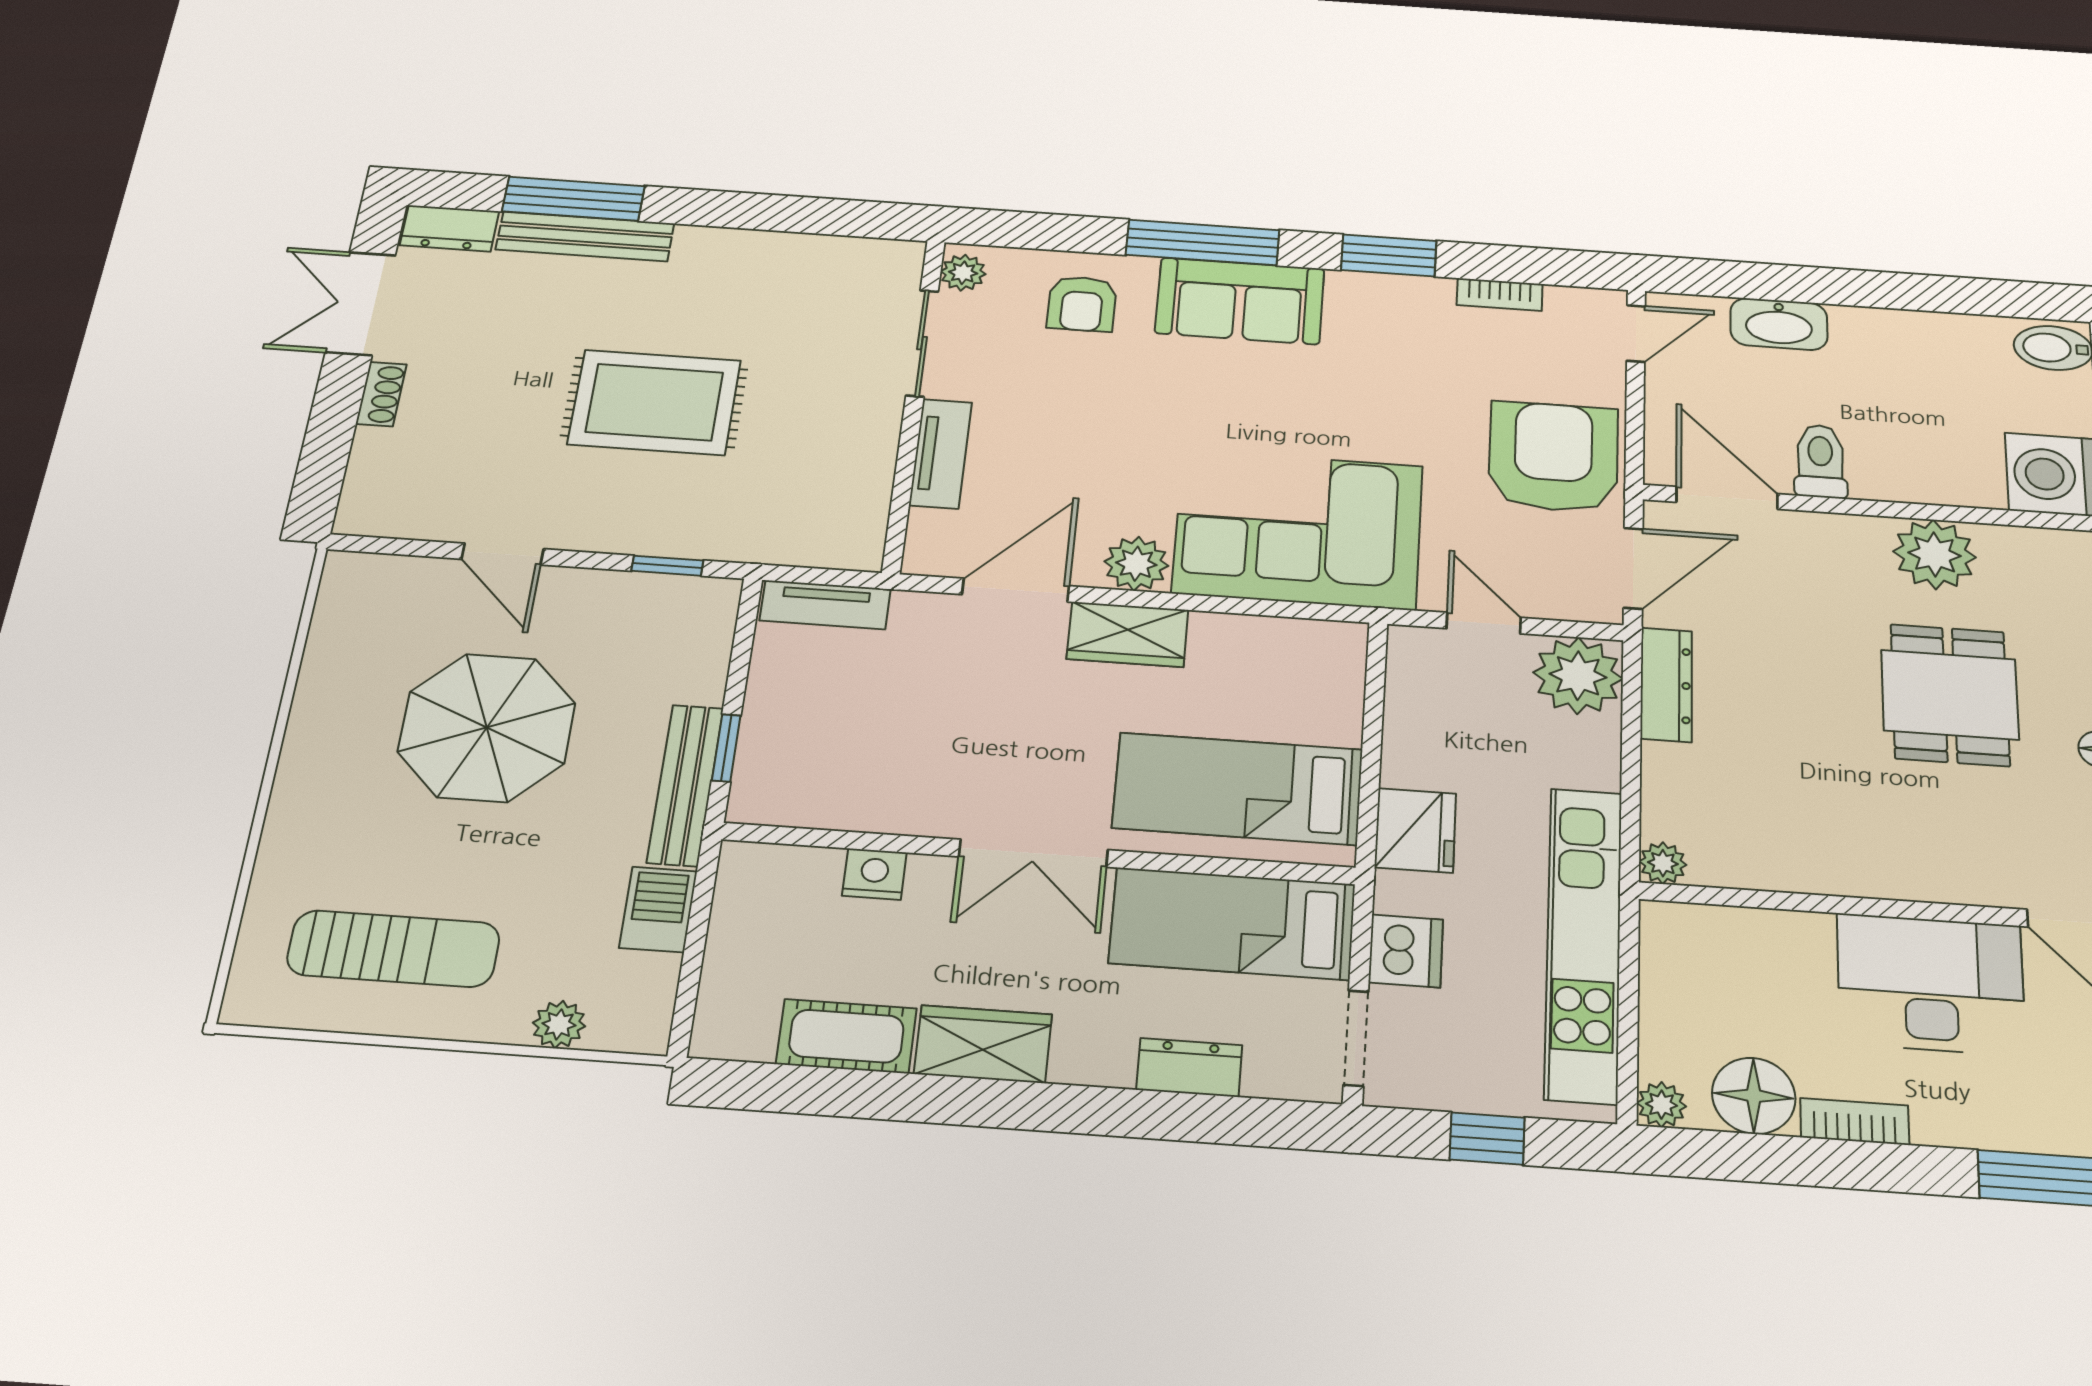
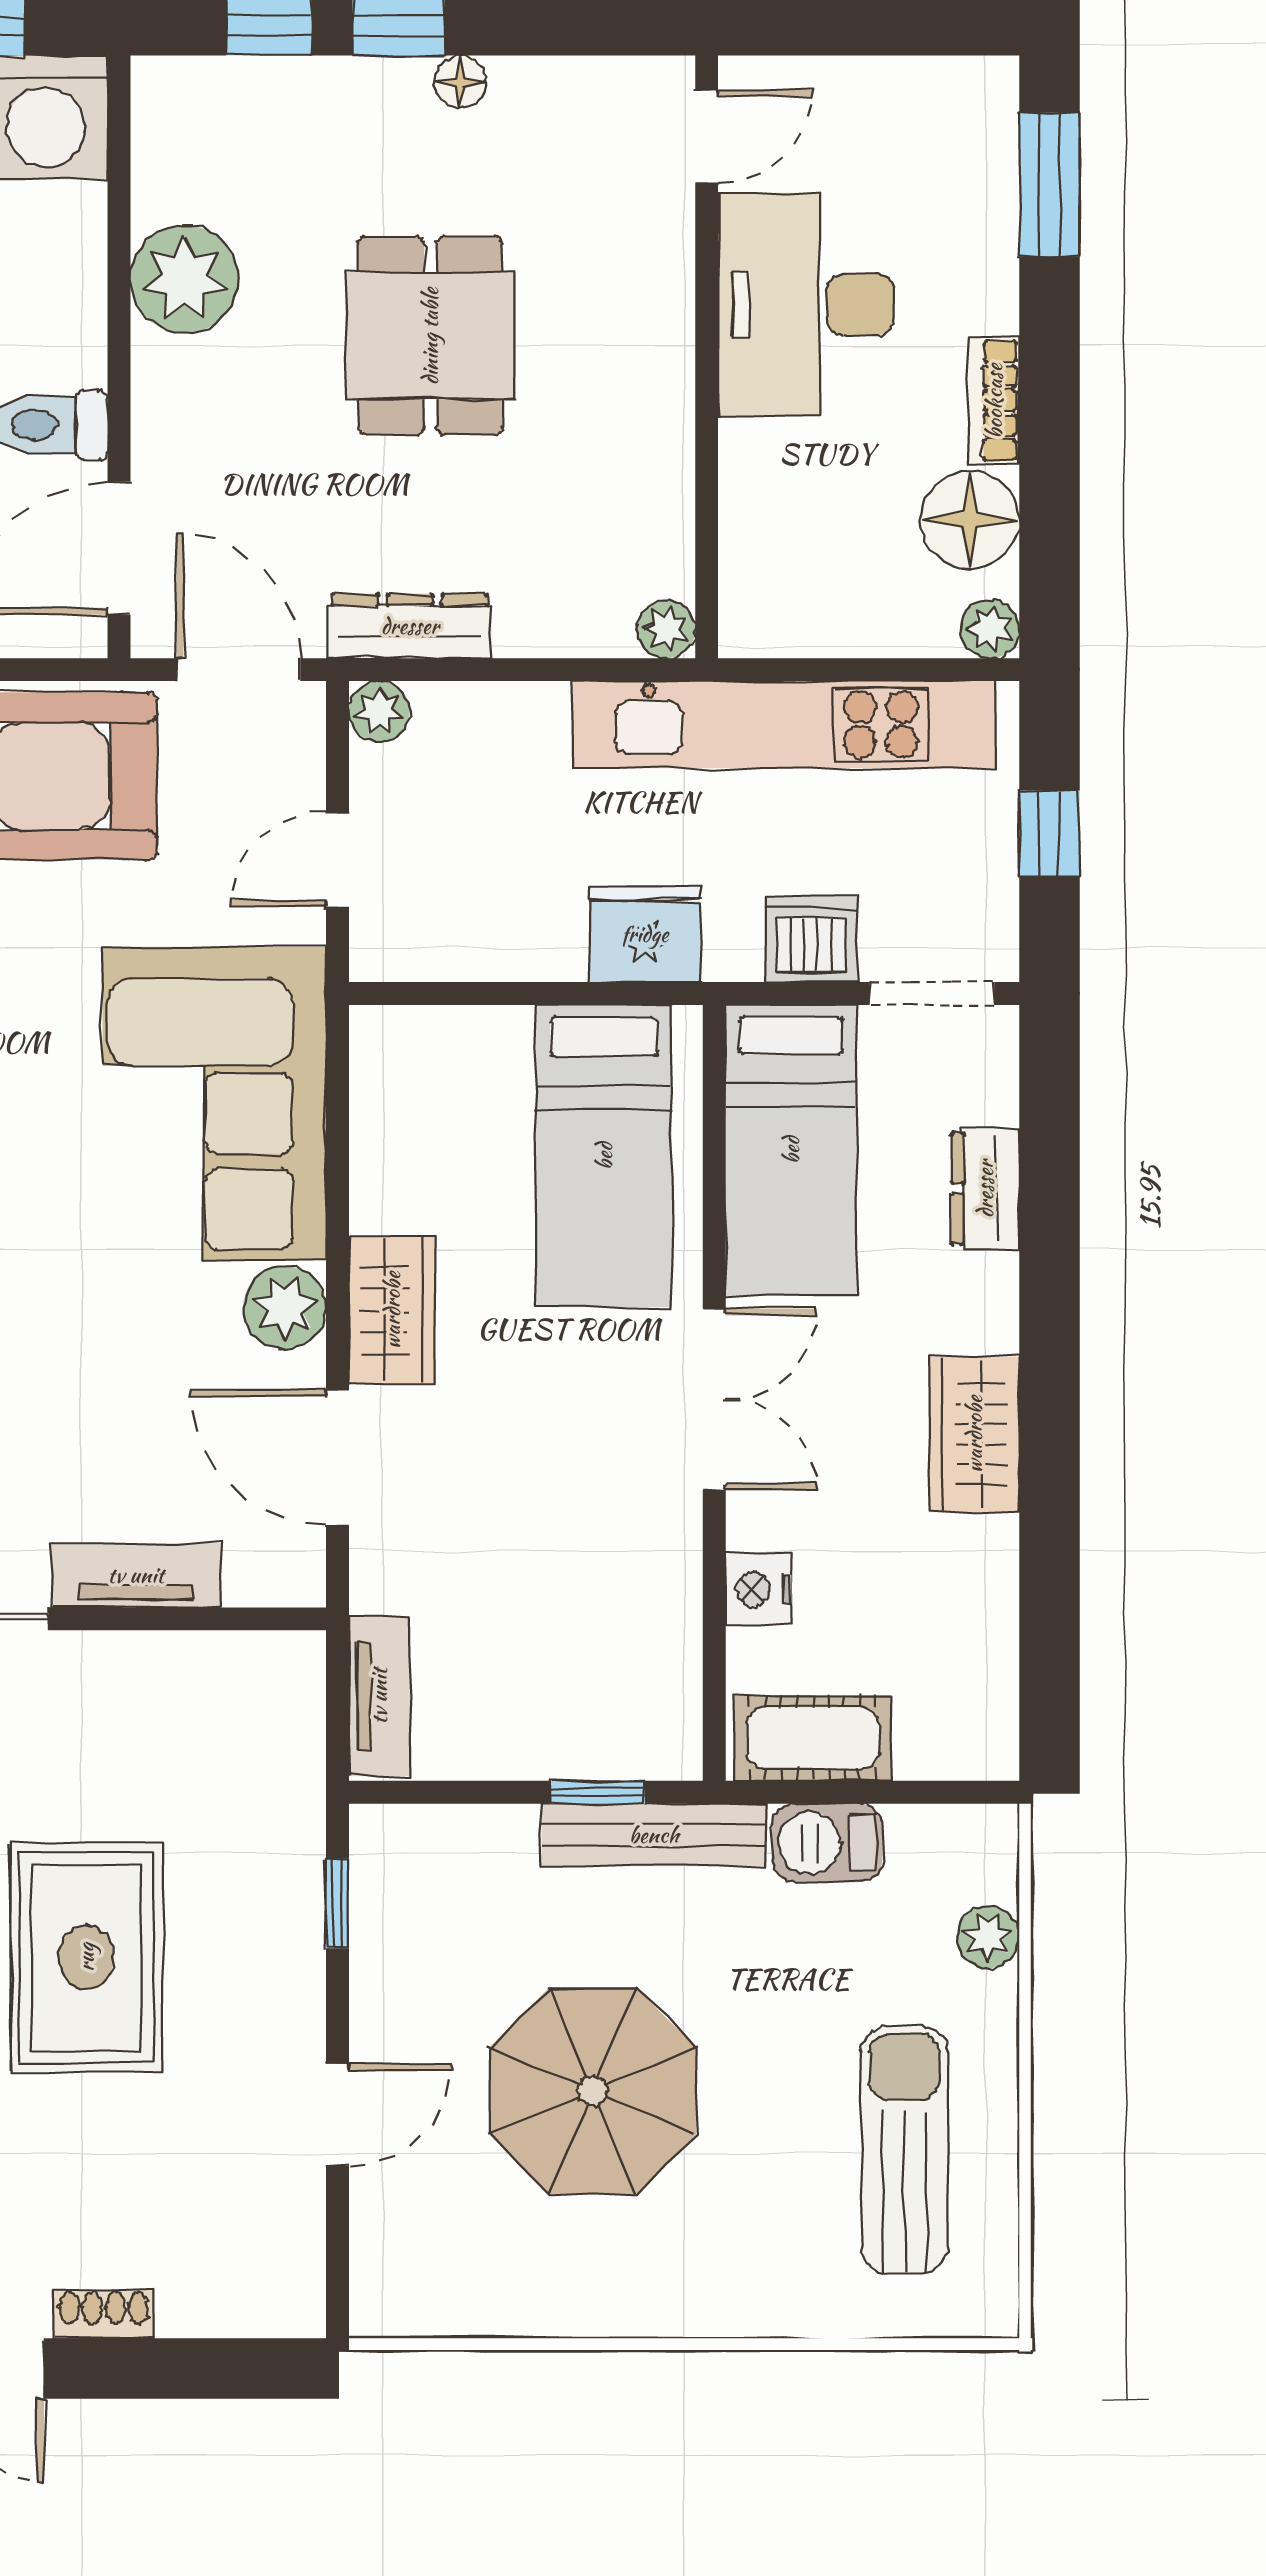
plant: (1578, 676) -> (379, 711), width x0.53, depth x0.53
dining table: (1950, 695) -> (430, 336), moved, turned 90
cot: (846, 1036) -> (813, 1738), moved, turned 90

